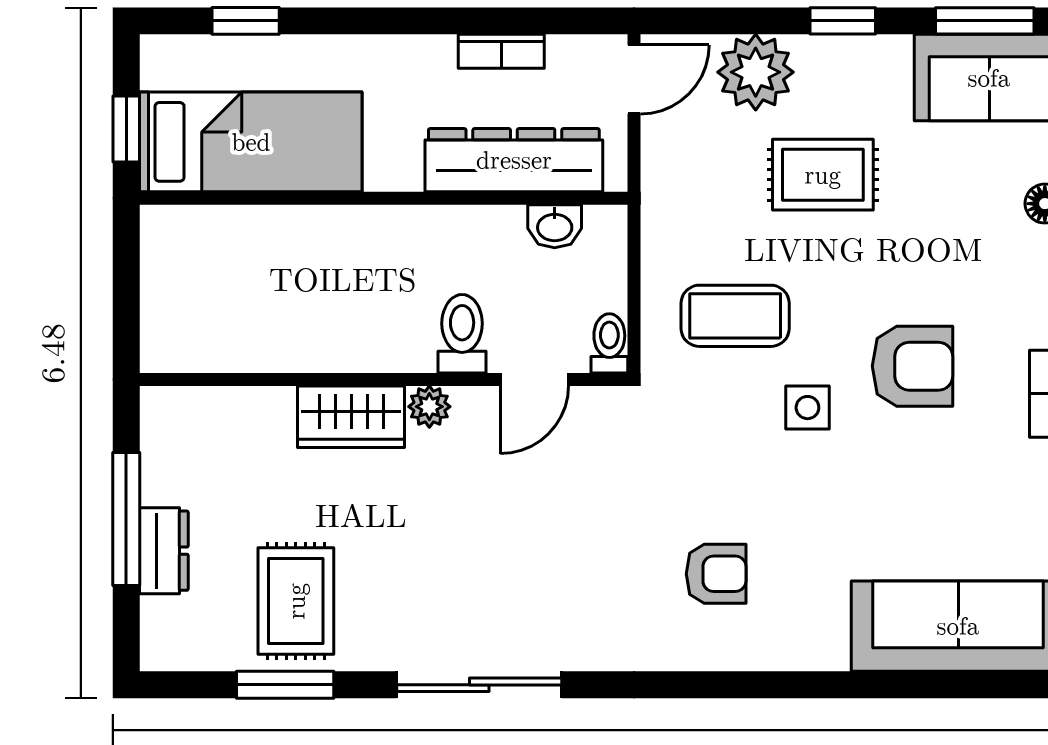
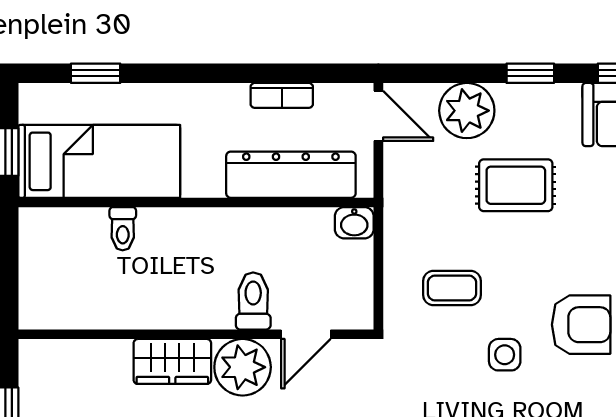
door: (634, 79) -> (378, 116), hinge flipped
washbasin: (555, 226) -> (354, 223), moved
coffee table: (735, 316) -> (452, 288), width x0.73, depth x0.77
toilet: (609, 343) -> (123, 229), moved, turned 180
plant: (429, 407) -> (243, 367), width x1.88, depth x1.88

